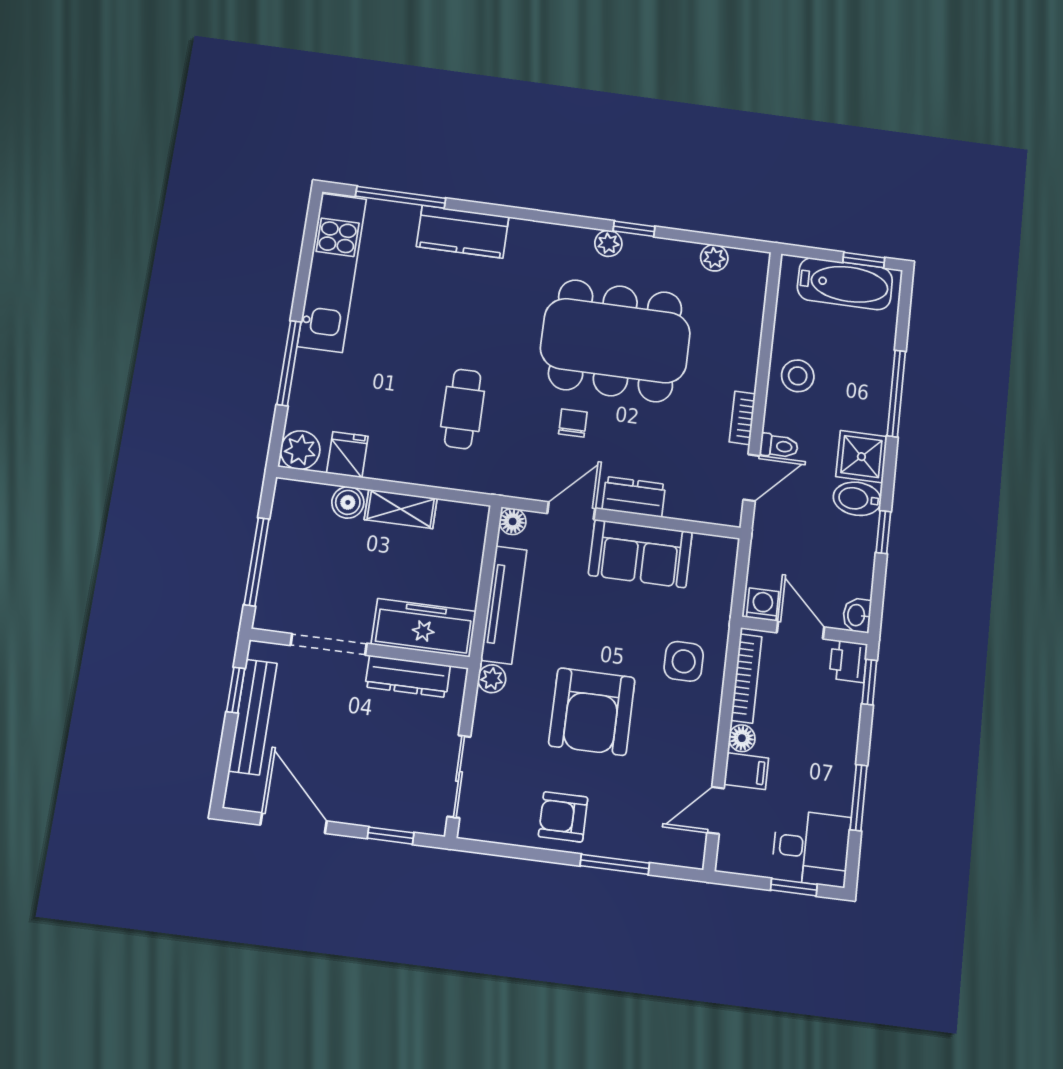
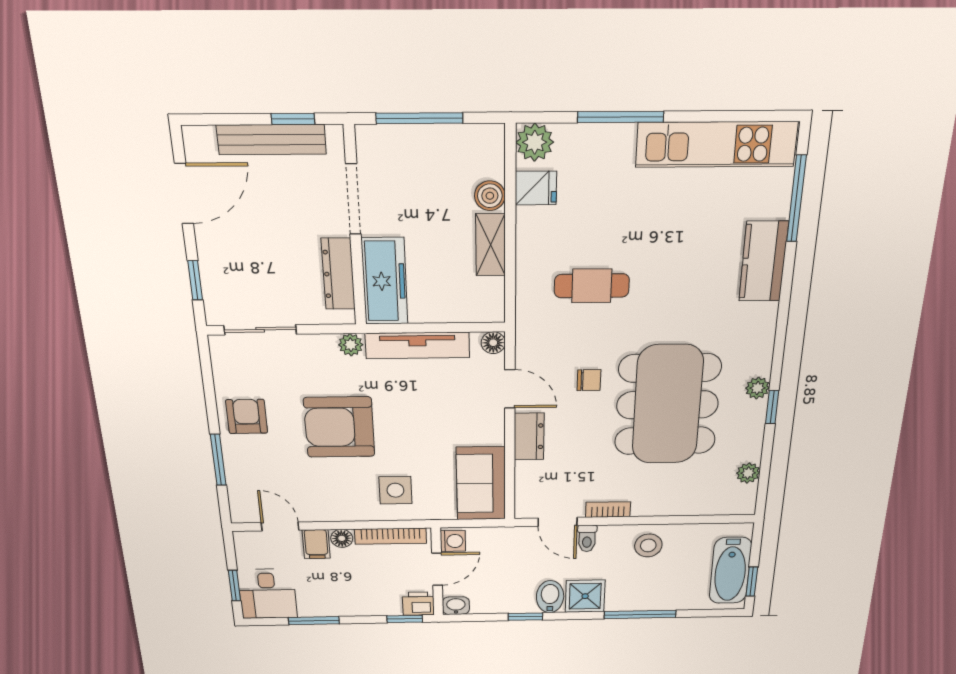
sofa: (640, 554) -> (481, 483), moved

